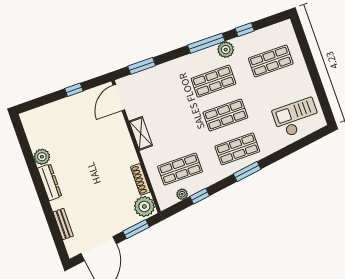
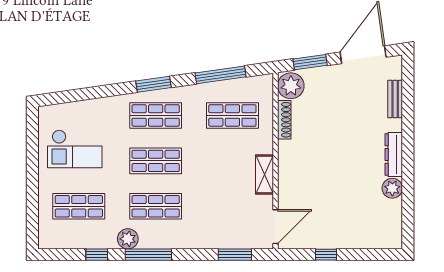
checkout: (296, 118) -> (75, 149), moved
plant: (182, 194) -> (241, 85), removed
window: (200, 196) -> (221, 75), width x2.17

